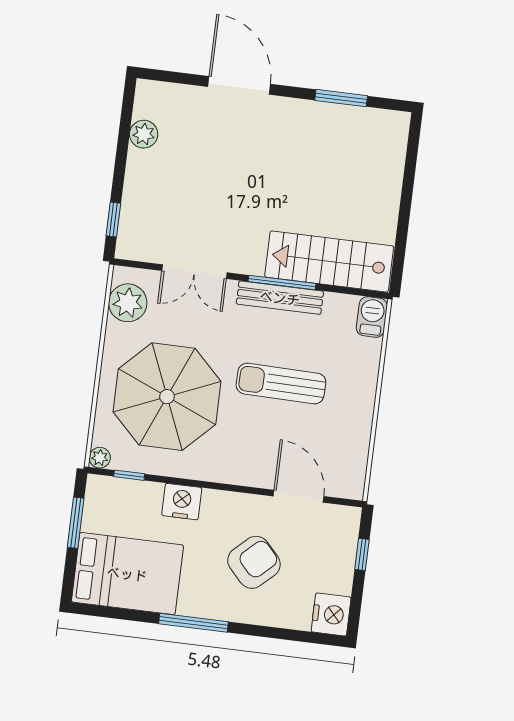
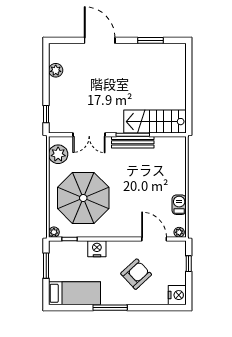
barbecue: (372, 317) -> (179, 205), moved
sun lounger: (281, 384) -> (138, 185), removed
plant: (350, 489) -> (179, 232), added
bed: (127, 574) -> (75, 293), width x0.67

